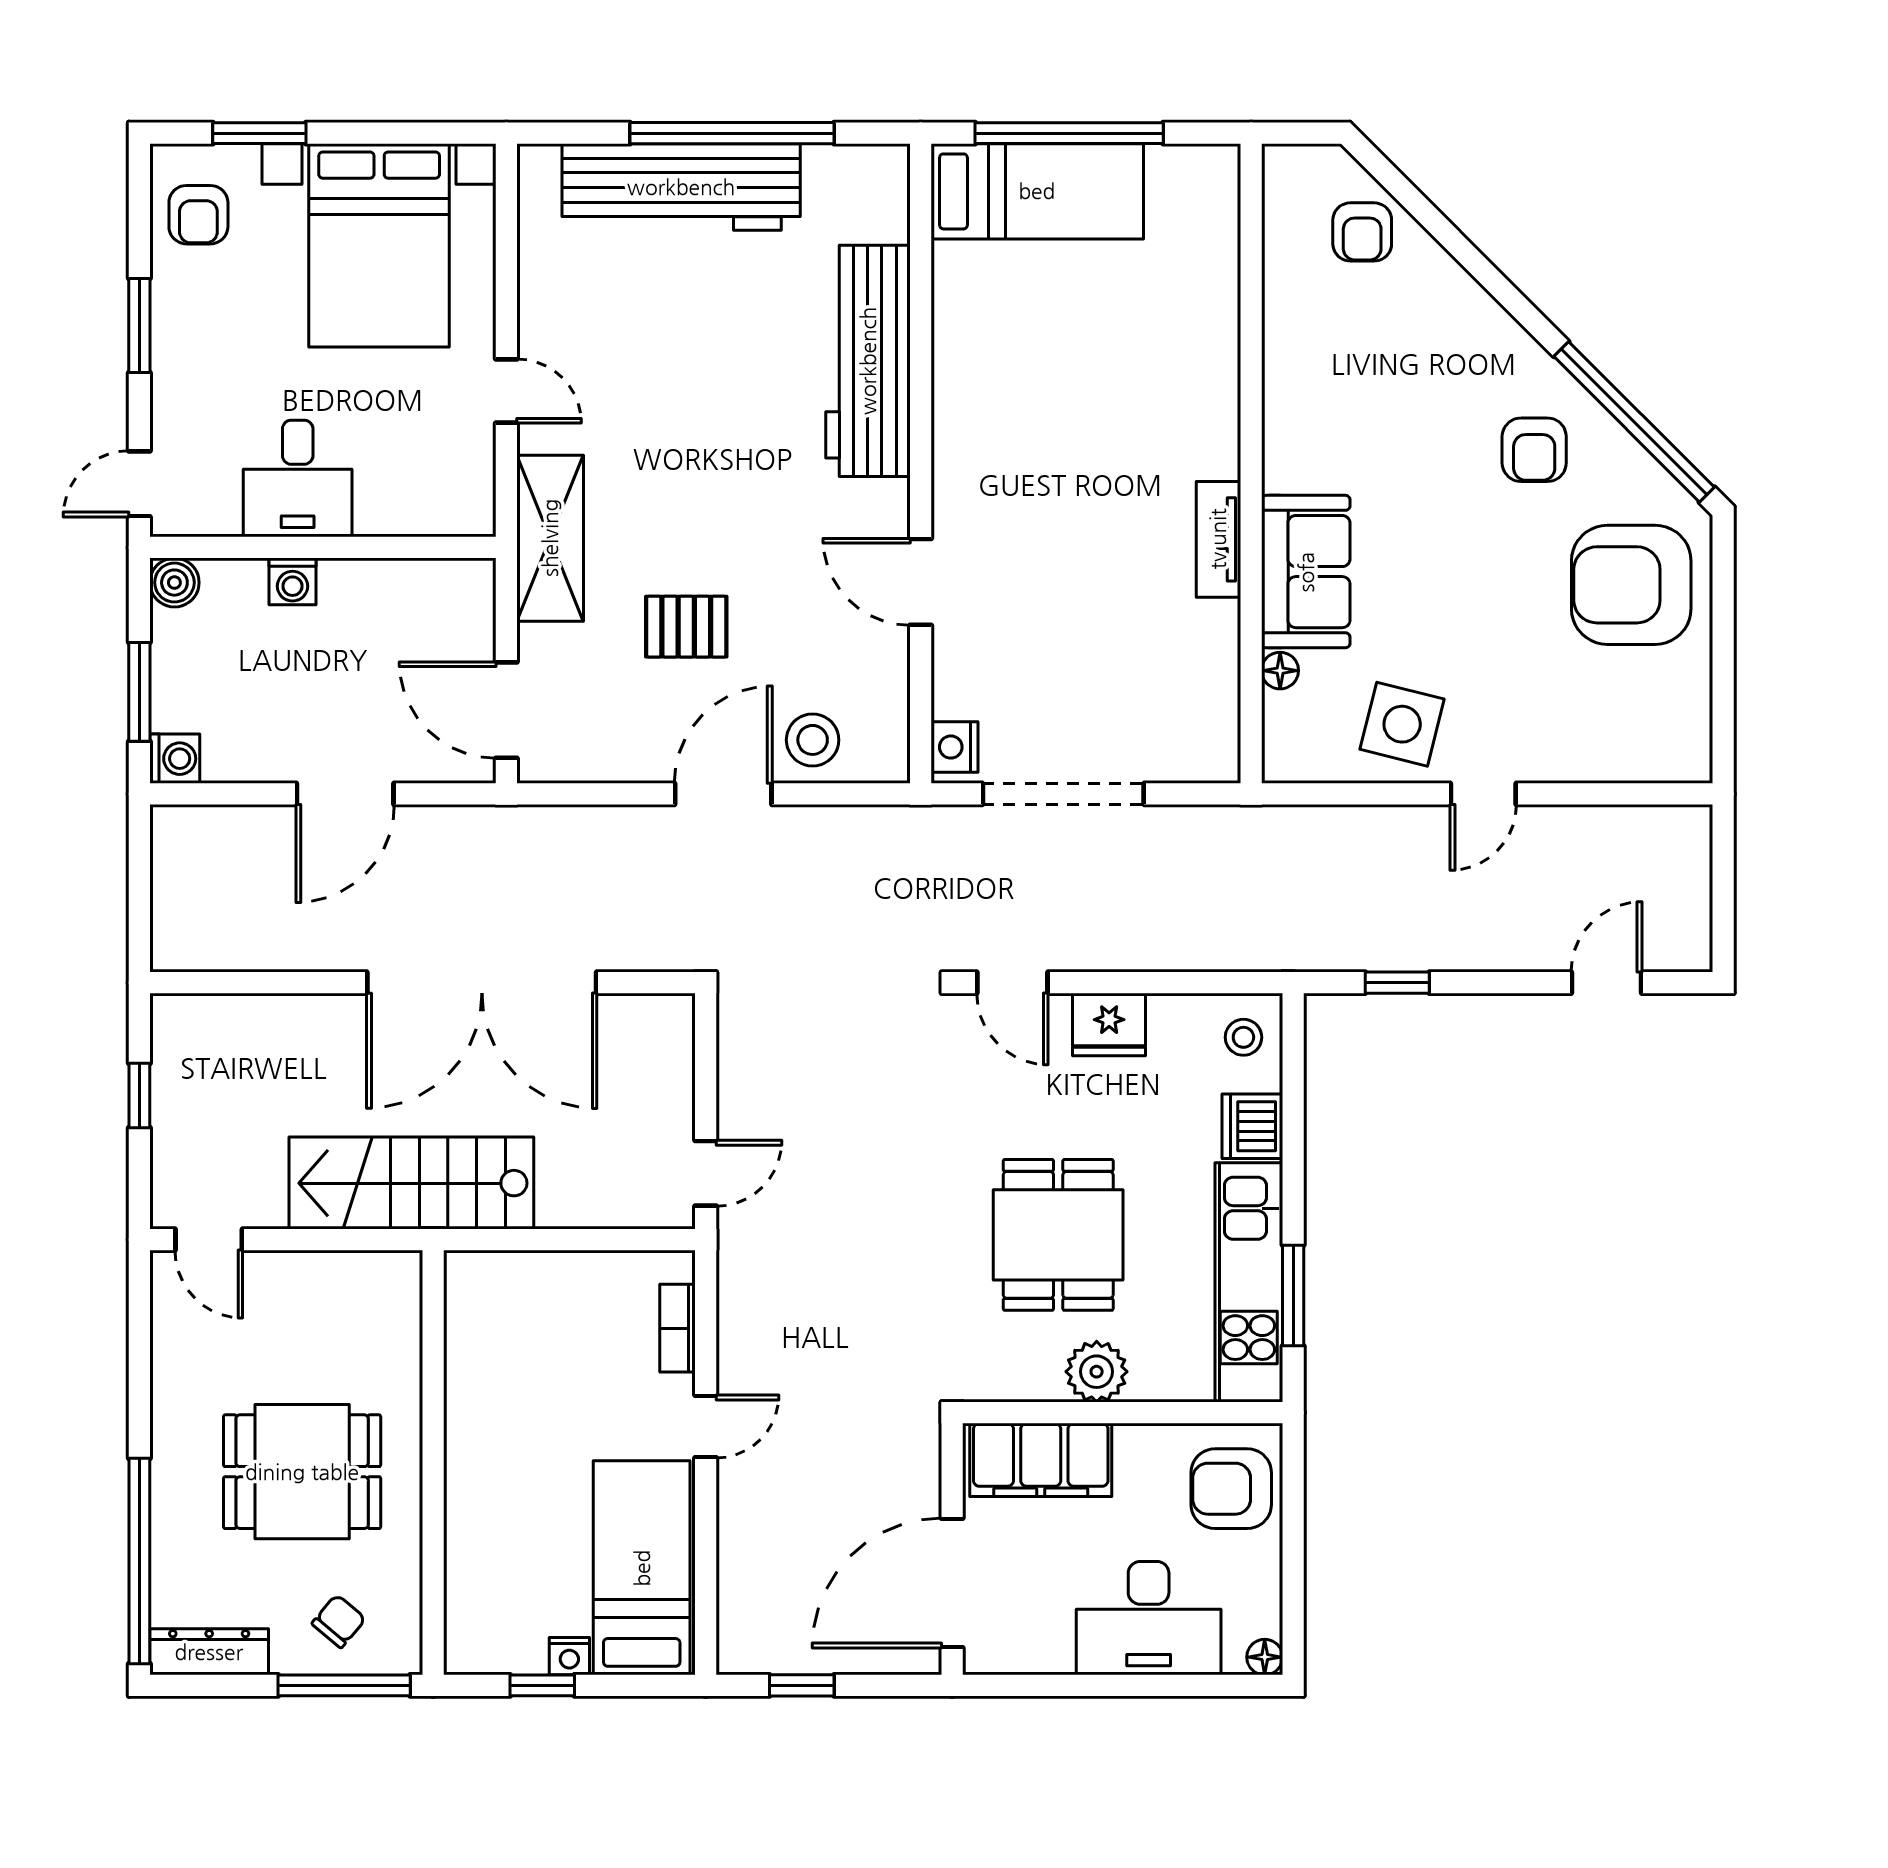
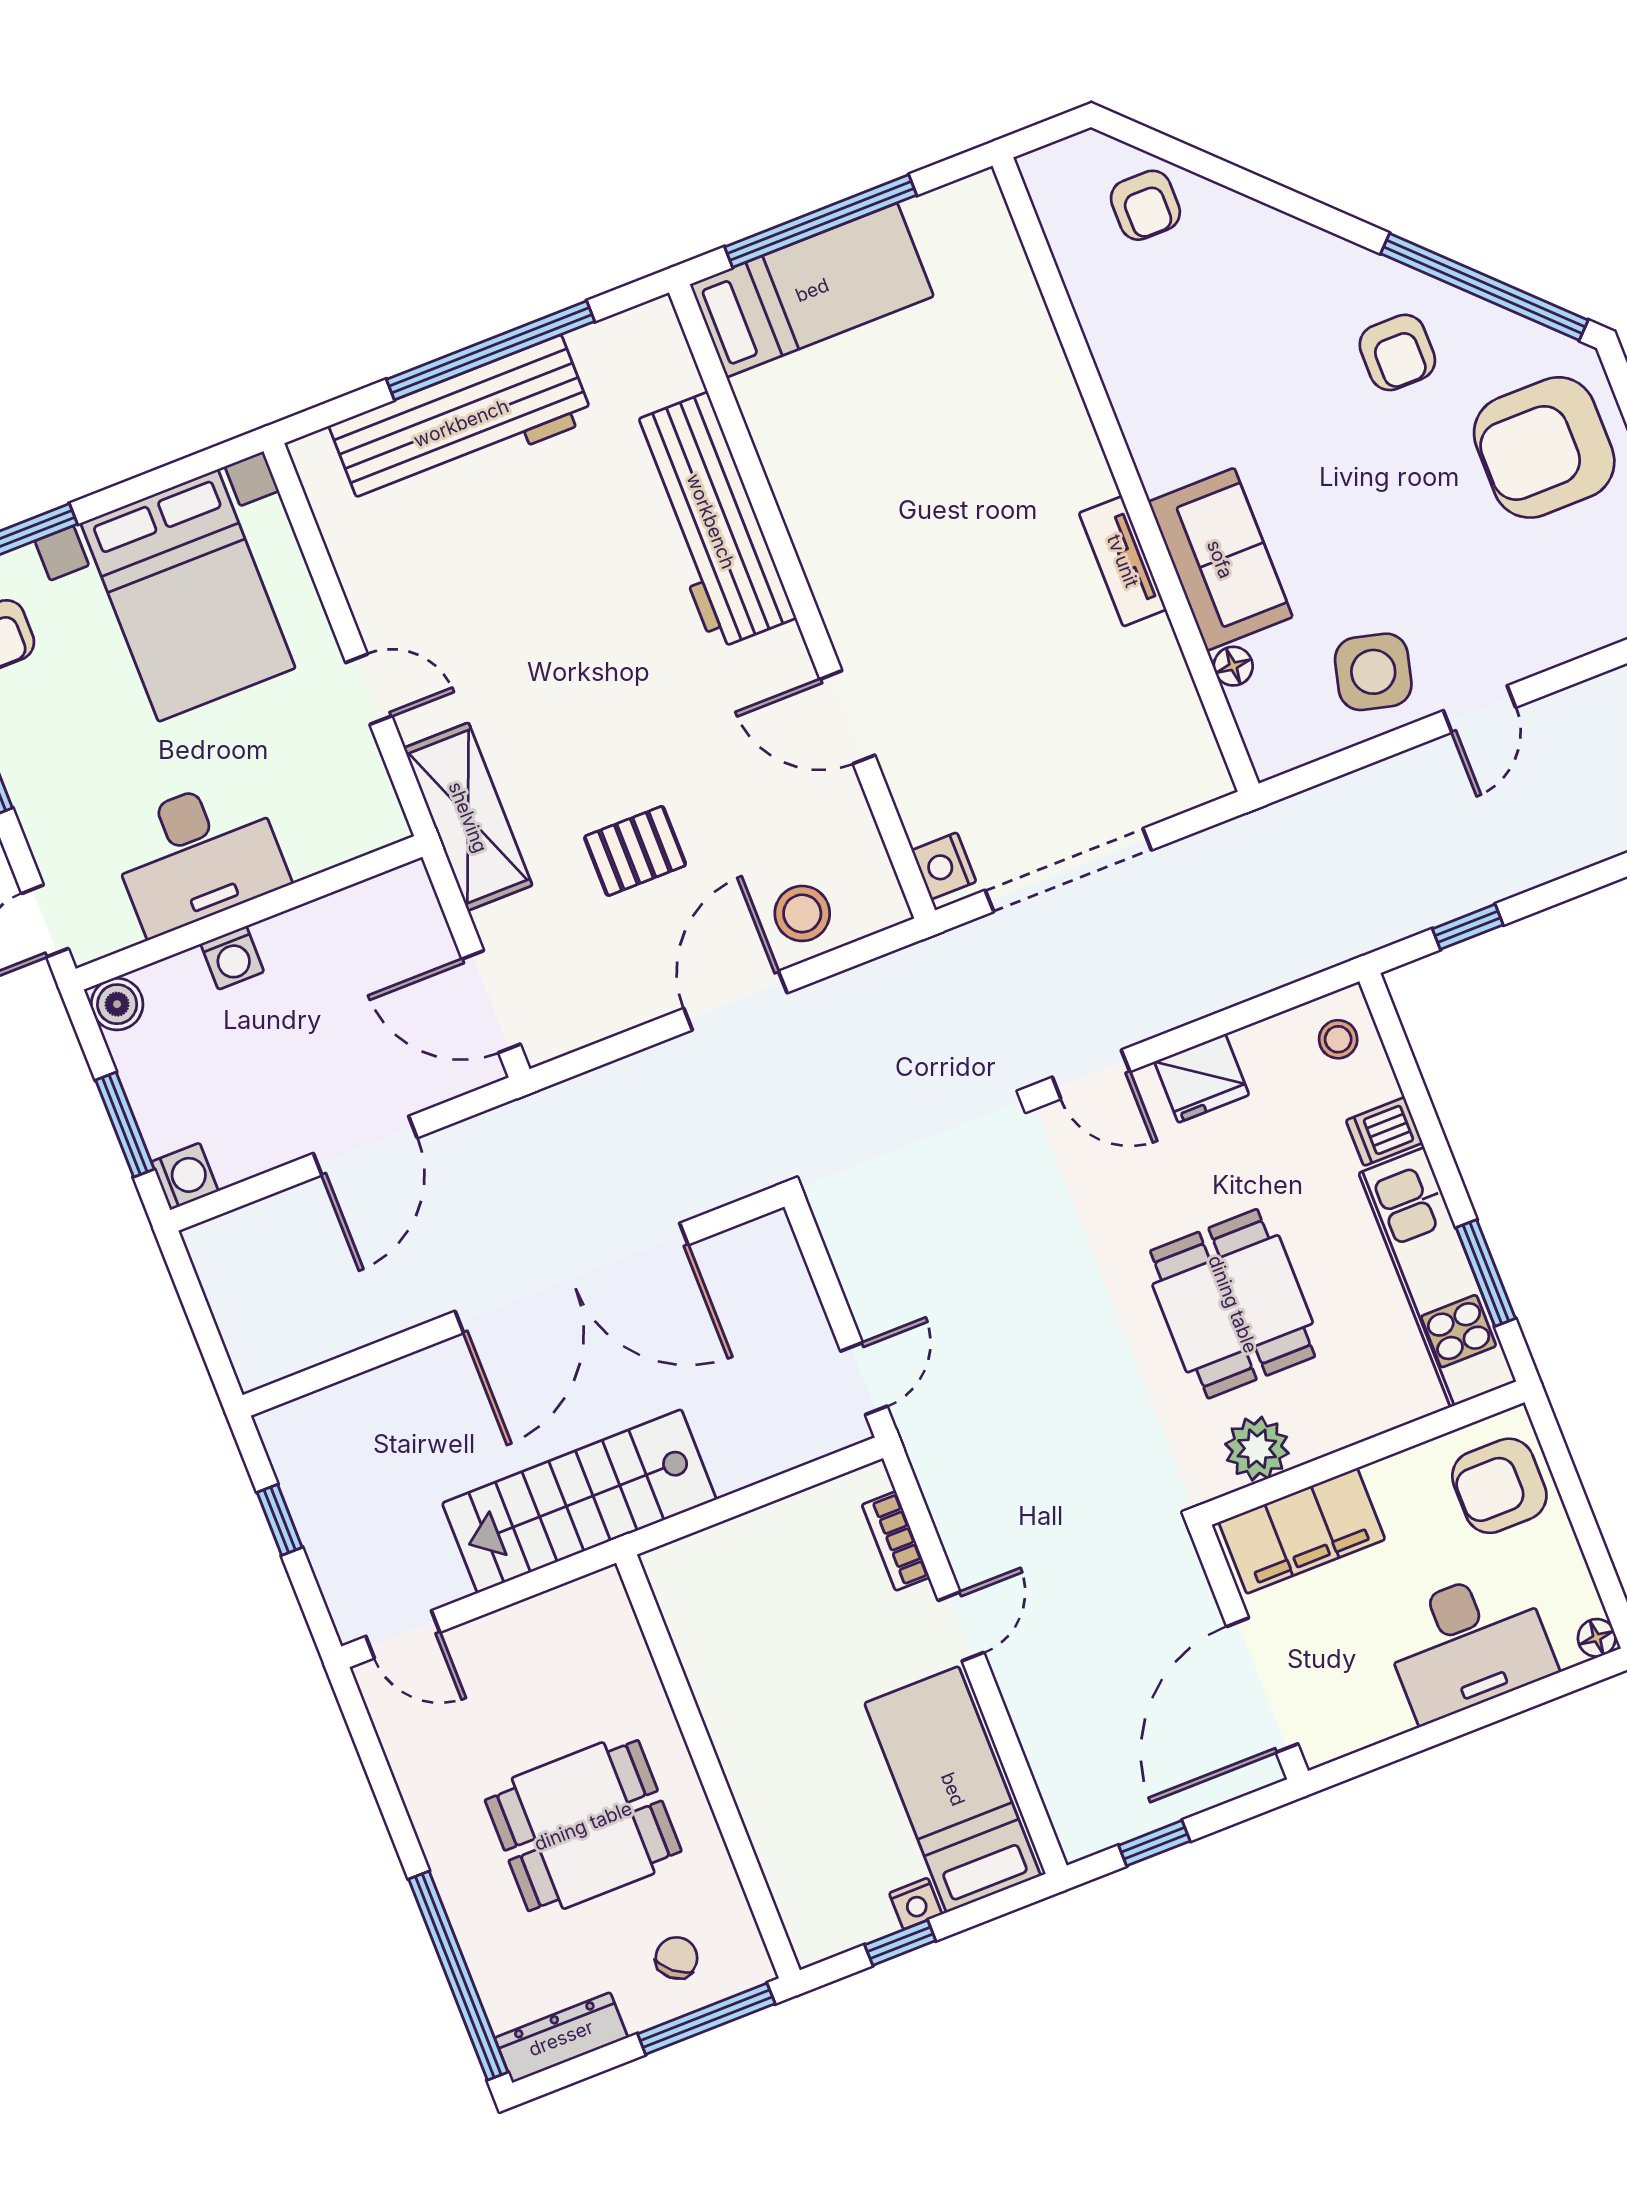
desk: (298, 478) -> (198, 855), width x1.37
dishwasher: (1252, 1126) -> (1384, 1132), width x0.73
plant: (1097, 1372) -> (1257, 1449), moved

